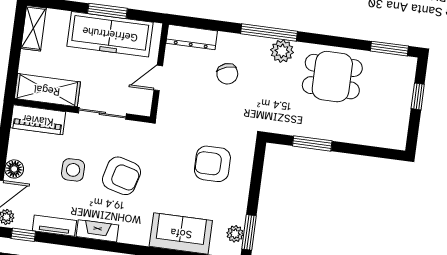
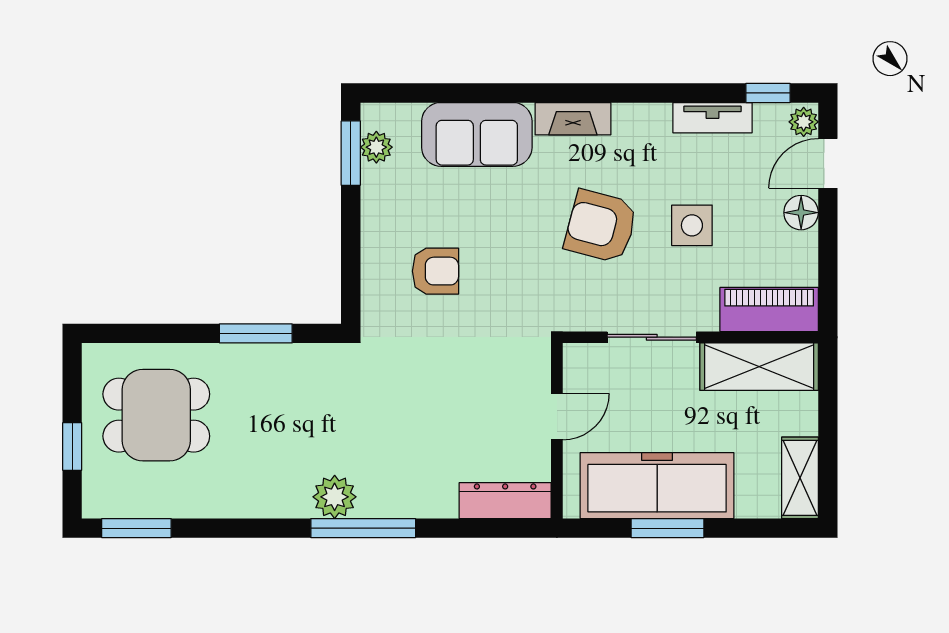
chair: (227, 74) -> (430, 441), removed
dining table: (332, 77) -> (156, 415), moved
armchair: (212, 164) -> (435, 271), width x0.72, depth x0.72
fireplace: (97, 231) -> (573, 119), moved

